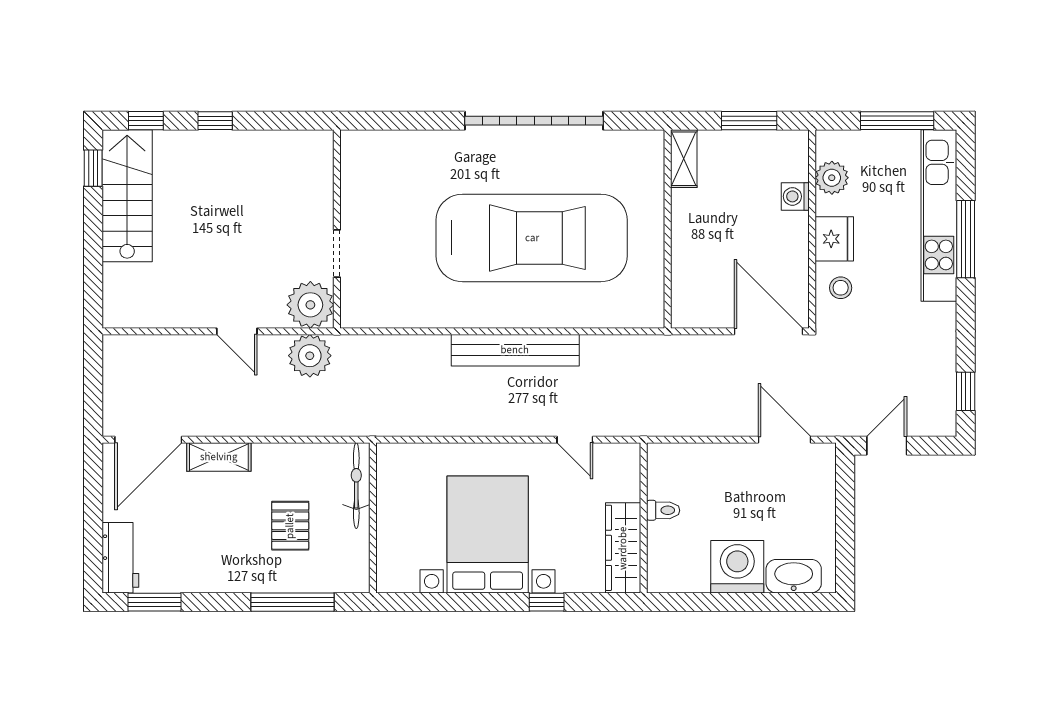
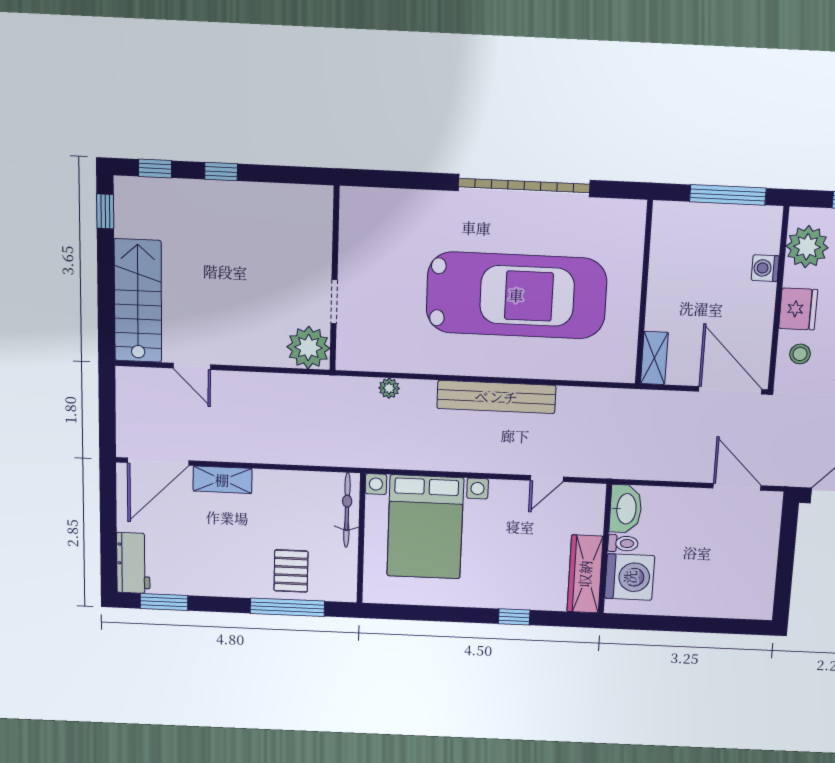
window: (749, 121) -> (728, 195), width x1.44
shelving: (684, 159) -> (654, 358), moved
plant: (832, 178) -> (807, 247), width x1.36, depth x1.36
stairs: (127, 196) -> (138, 301), moved
door: (237, 331) -> (192, 366), moved
plant: (310, 356) -> (389, 388), moved, width x0.53, depth x0.53
door: (575, 440) -> (547, 479), hinge flipped
pallet: (290, 526) -> (291, 571), moved
bed with nightstands: (488, 534) -> (425, 527), moved, turned 180
washing machine: (737, 567) -> (630, 577), moved, turned 90
washbasin: (794, 576) -> (626, 509), moved, turned 90

